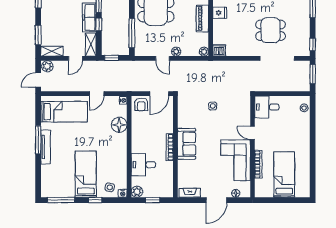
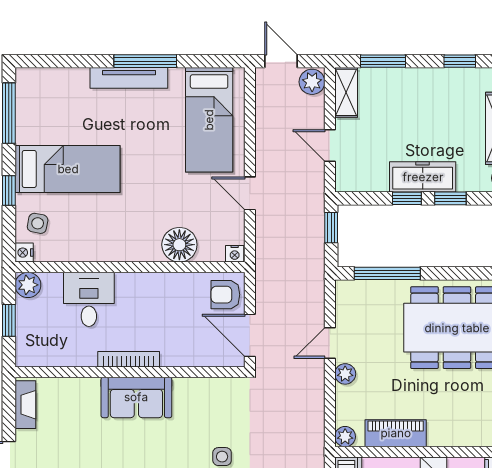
piano: (202, 18) -> (396, 433), moved
shelving: (91, 45) -> (361, 180), removed

